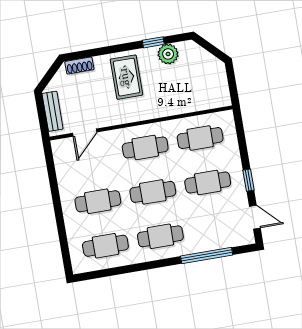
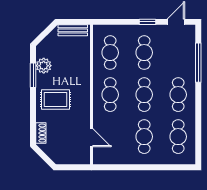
window: (153, 42) -> (33, 75), width x1.50
bench: (53, 111) -> (73, 30), moved

